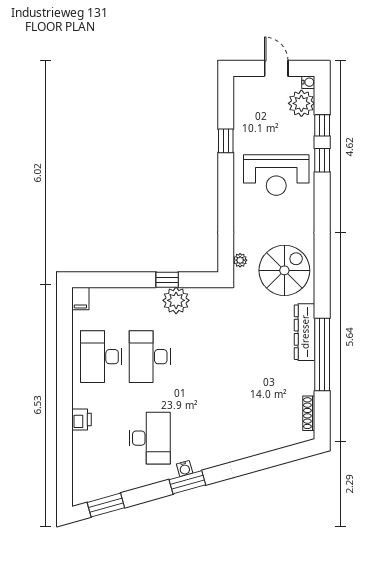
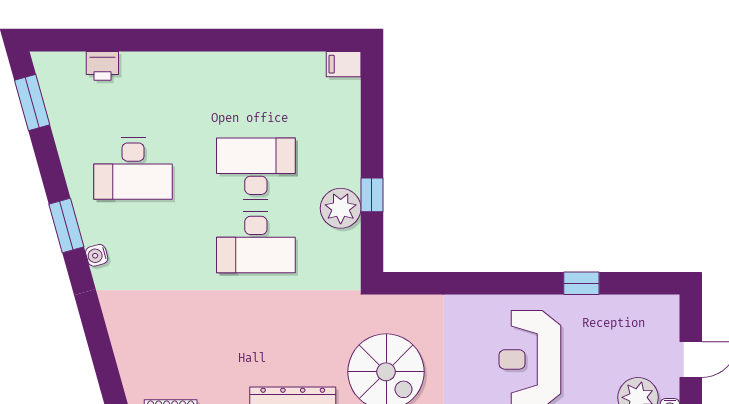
plant: (240, 260) -> (401, 305), removed
desk: (101, 357) -> (256, 242), moved, turned 180
printer: (82, 419) -> (102, 66), moved
water cooler: (185, 468) -> (97, 255), moved

